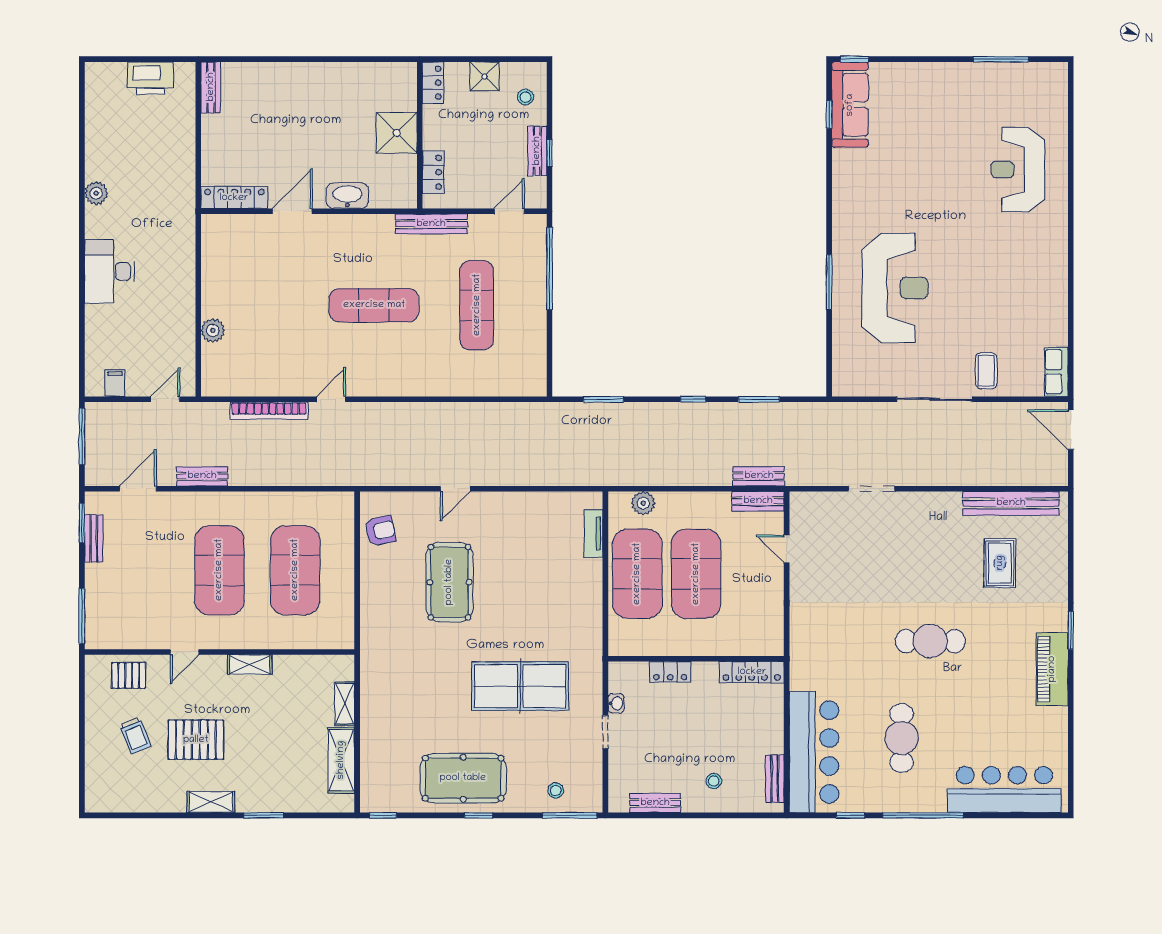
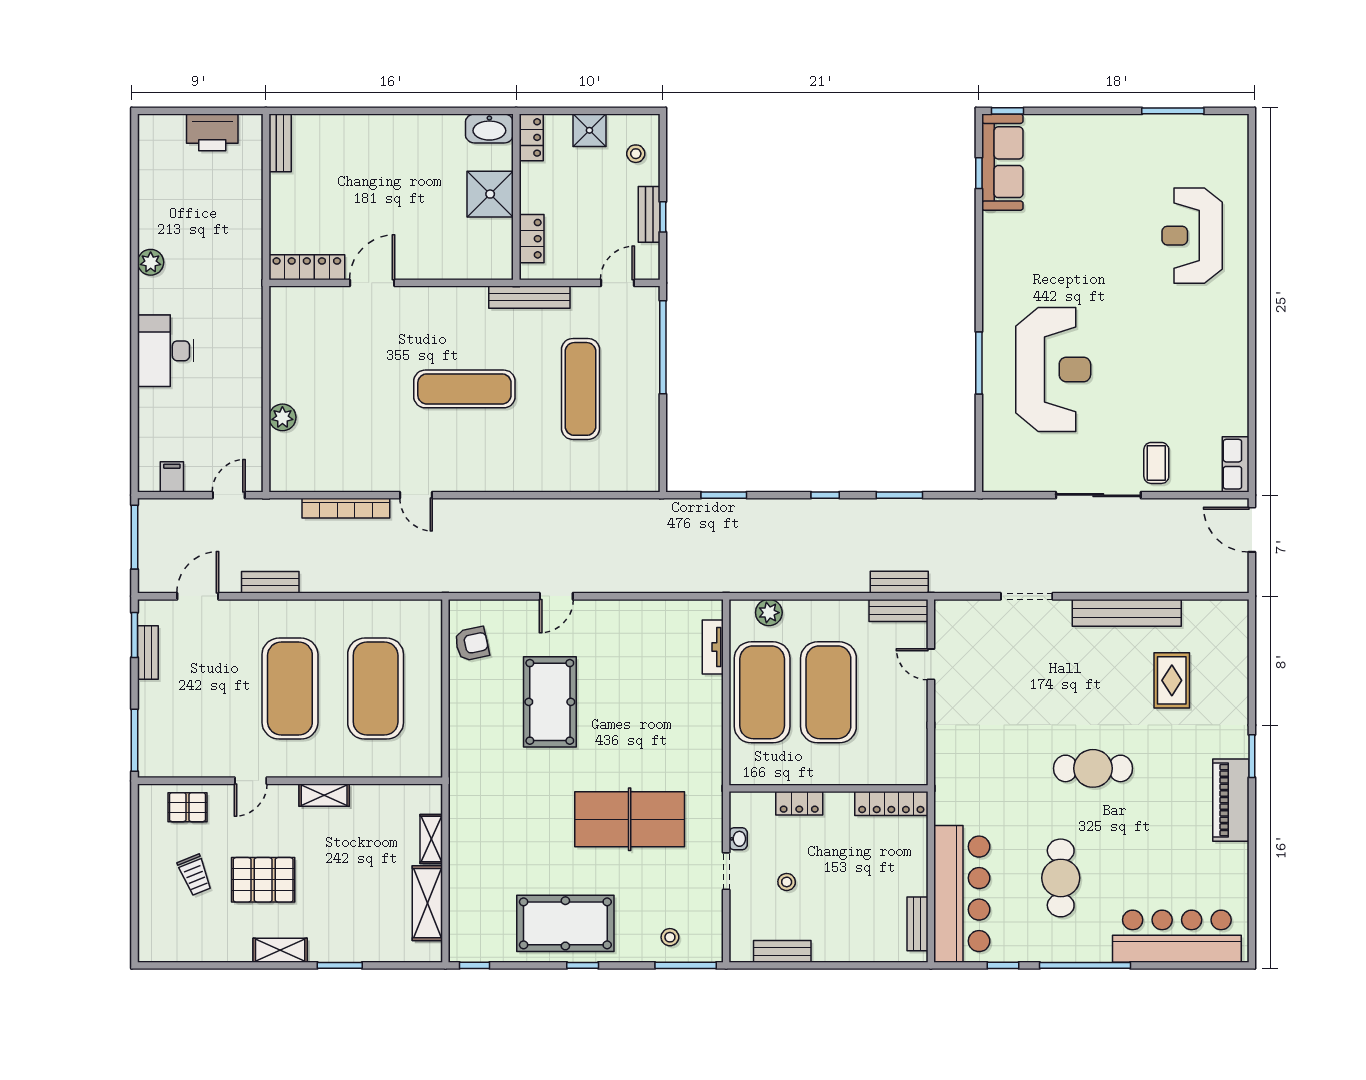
washbasin: (347, 196) -> (489, 128), moved, turned 180
door: (331, 399) -> (416, 495), swing flipped
bench: (1011, 503) -> (1127, 613), moved
stool: (714, 781) -> (787, 882), moved

